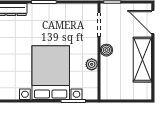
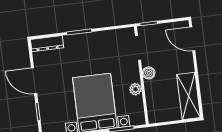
shelving: (142, 60) -> (189, 96), moved

